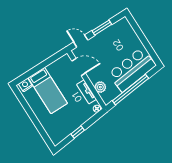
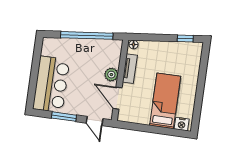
bar counter: (132, 70) -> (51, 84), moved, turned -84
plant: (100, 87) -> (111, 75), moved
window: (78, 132) -> (185, 39), moved

